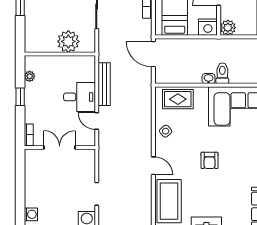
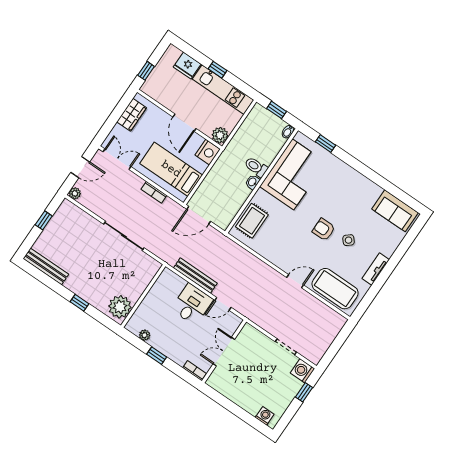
plant: (68, 41) -> (120, 307), moved
side table: (166, 131) -> (349, 240), moved
armchair: (210, 160) -> (324, 230), turned 180

